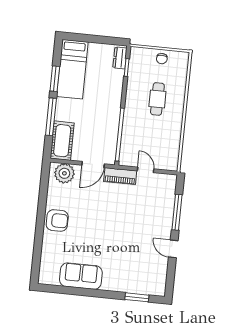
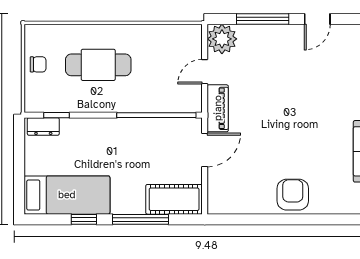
window: (55, 79) -> (84, 219), width x0.67
cafe table: (157, 99) -> (98, 65), width x1.37, depth x1.35
door: (93, 164) -> (205, 150), hinge flipped
plant: (64, 173) -> (222, 39), moved

